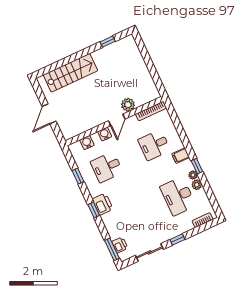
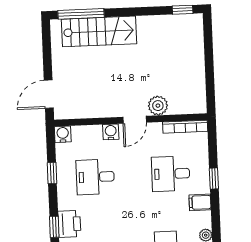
window: (108, 42) -> (183, 10), moved
window: (54, 66) -> (81, 14), added
door: (49, 114) -> (49, 94), moved
water cooler: (87, 143) -> (63, 134), moved
window: (197, 166) -> (214, 179), moved

